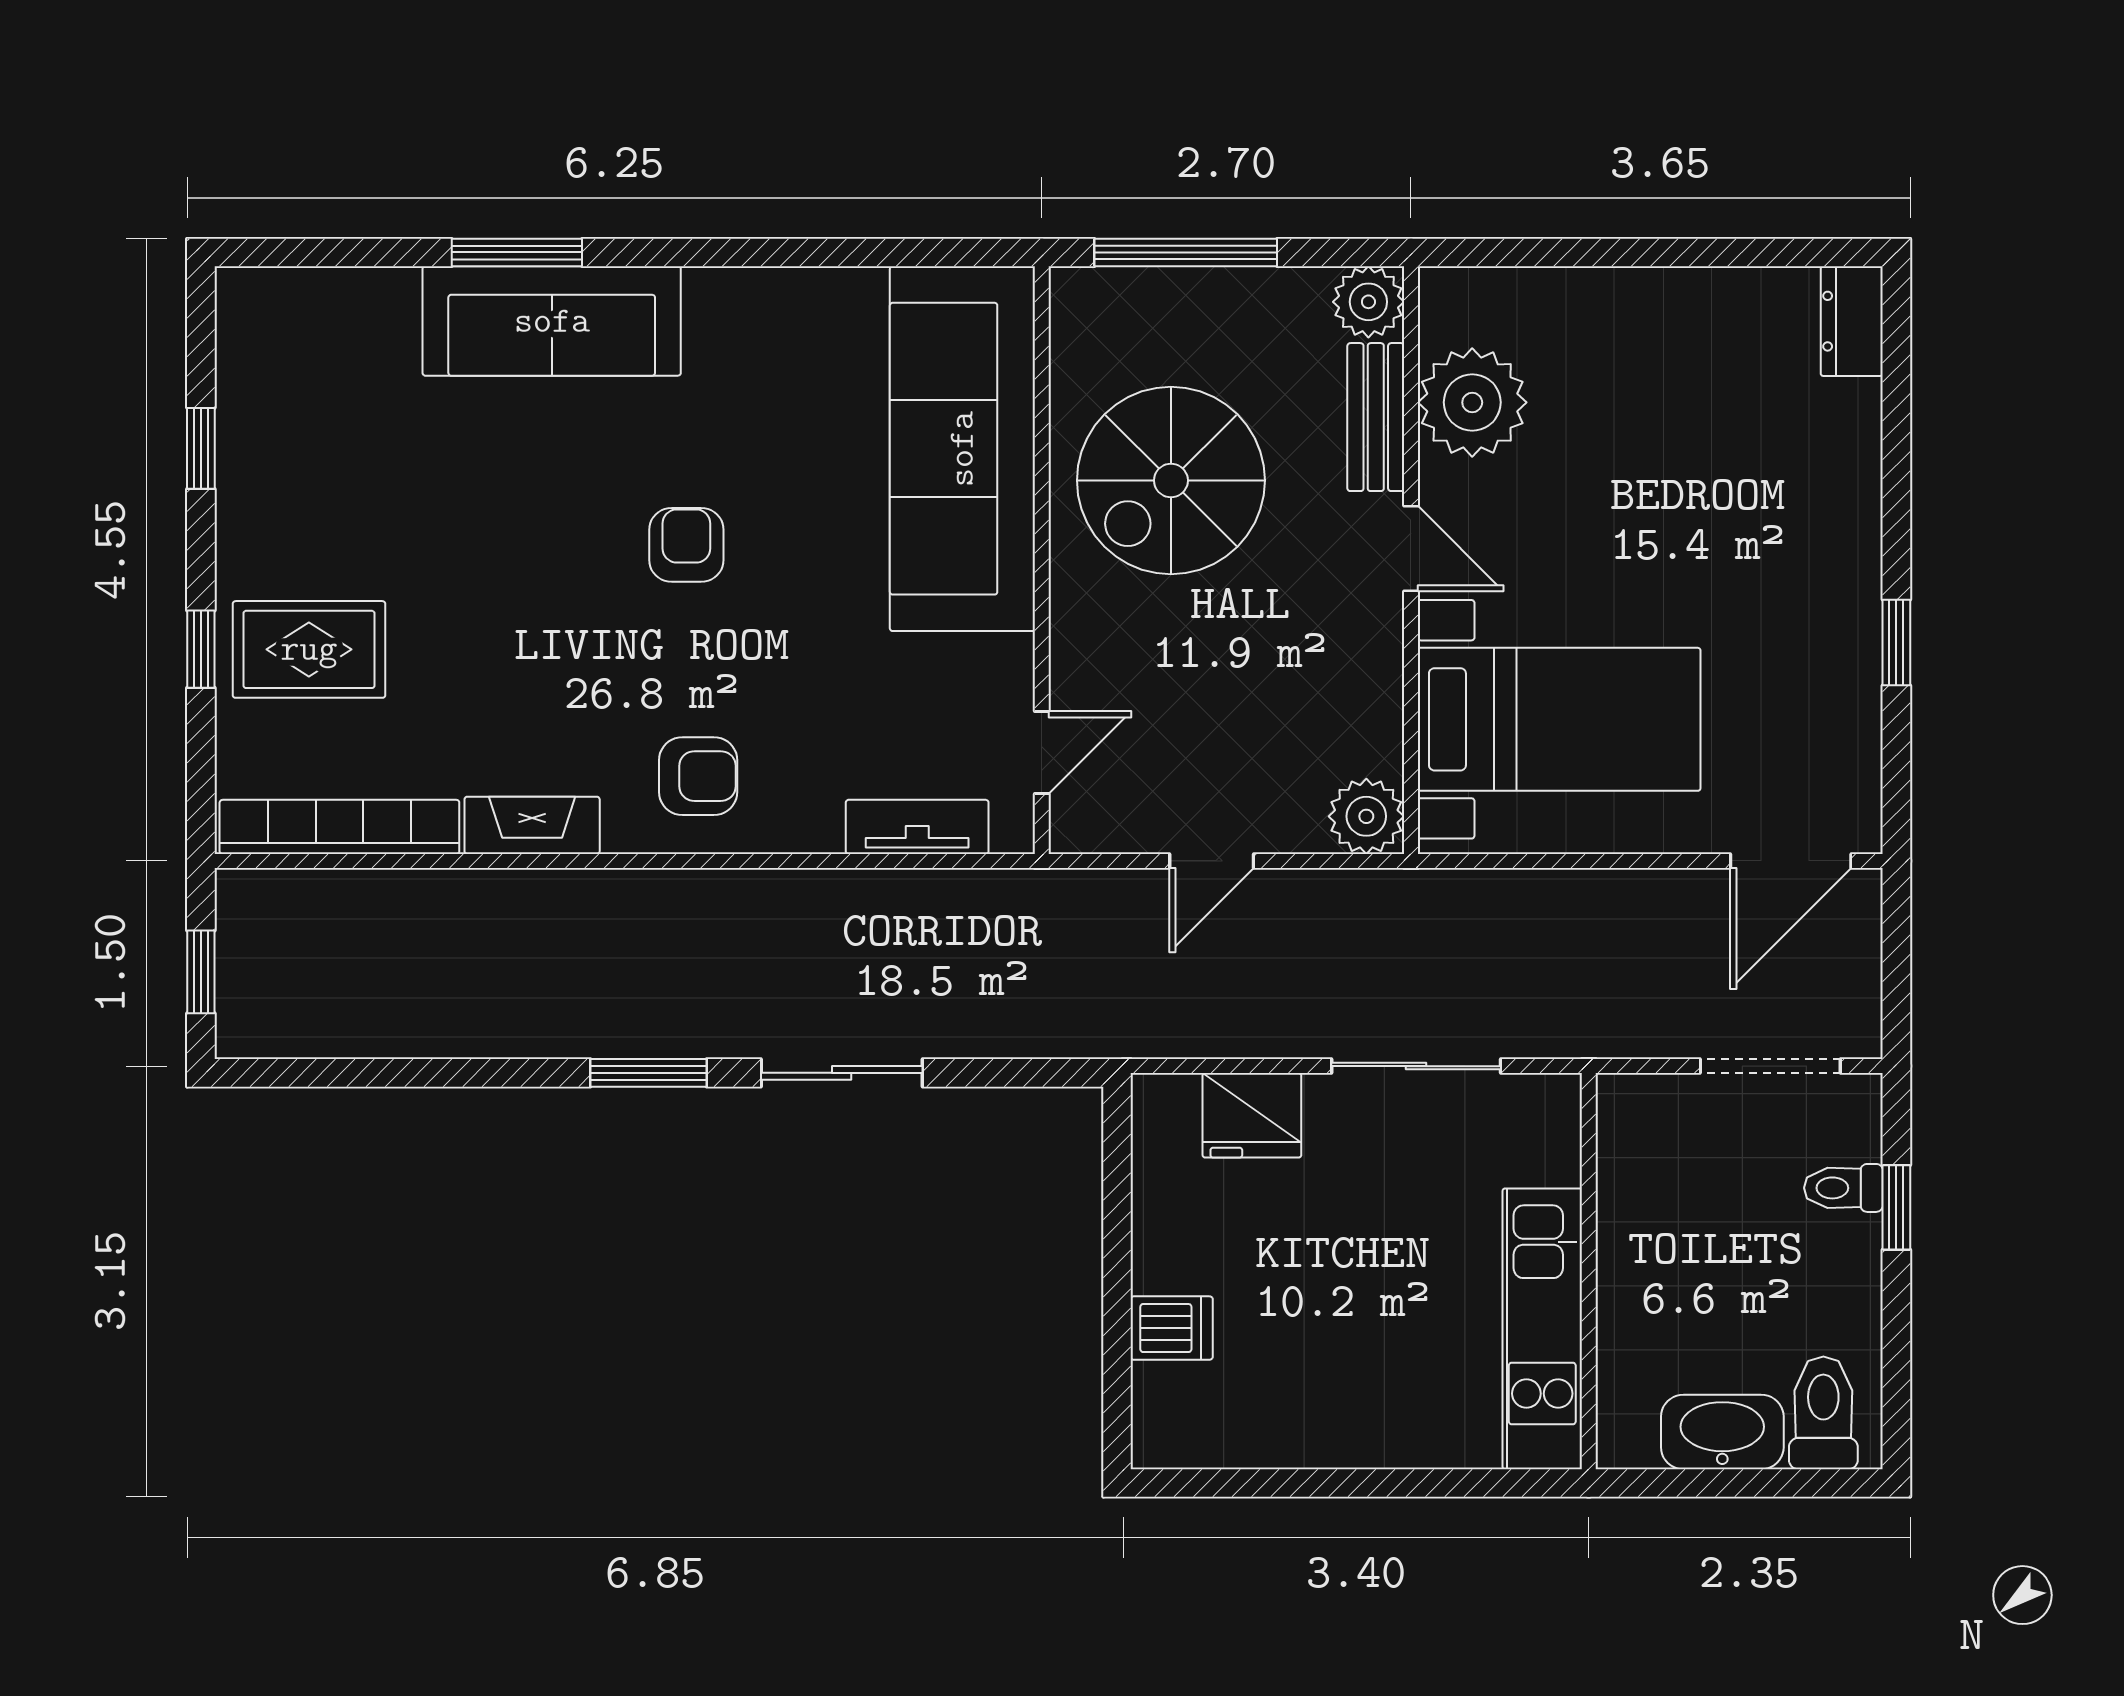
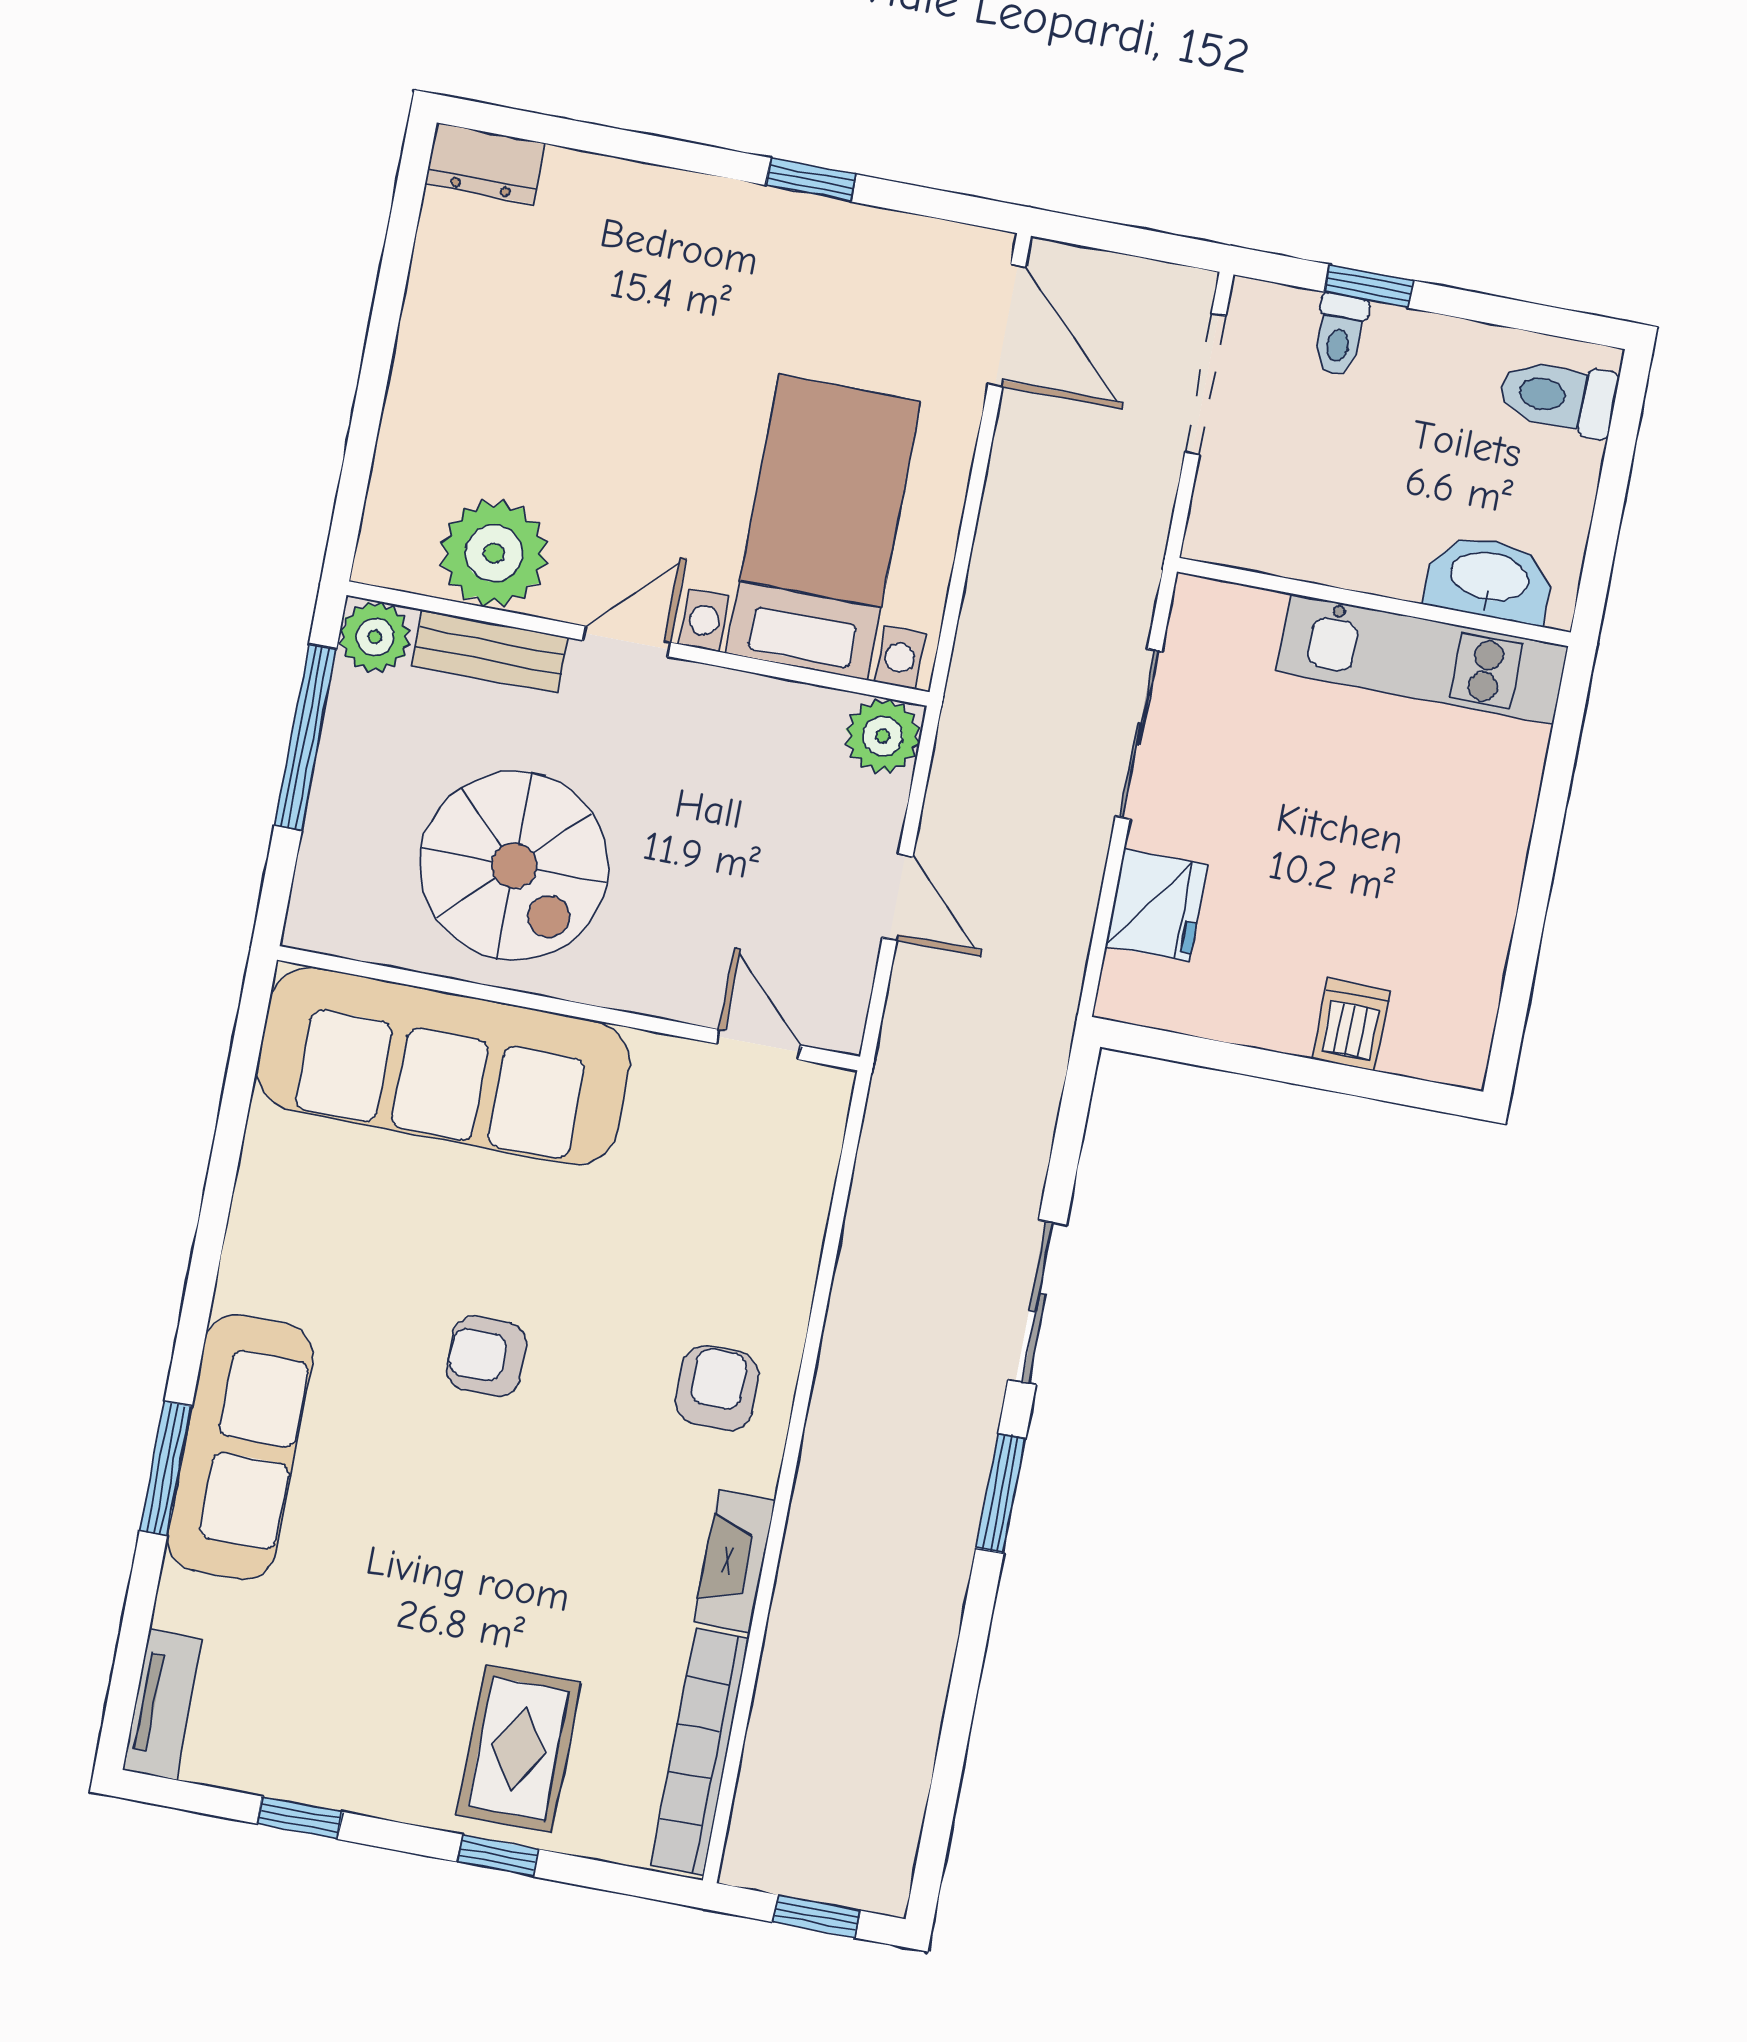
window: (1186, 252) -> (305, 737), moved
tv unit: (917, 827) -> (163, 1705), moved, turned 180
washbasin: (1722, 1432) -> (1489, 579), moved, turned 90

